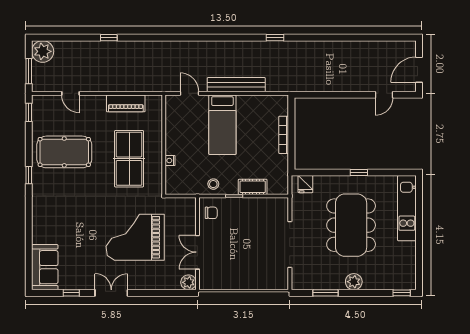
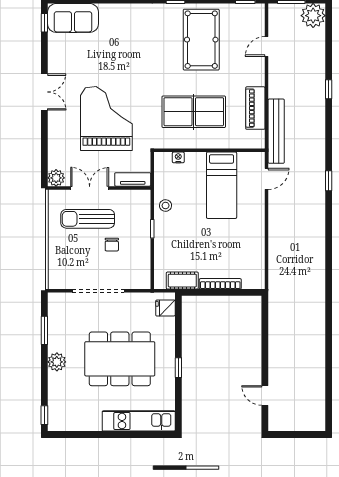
window: (275, 38) -> (329, 181), moved
door: (419, 70) -> (293, 435), removed
bench: (236, 85) -> (276, 131), moved
bed: (222, 125) -> (222, 185), moved, turned -90
nightstand: (170, 161) -> (178, 157), moved
cot: (253, 187) -> (182, 281), moved, turned 90
chair: (211, 213) -> (112, 245), moved
tv unit: (190, 214) -> (133, 179), added
sun lounger: (225, 254) -> (88, 219), added
window: (71, 293) -> (44, 23), moved

